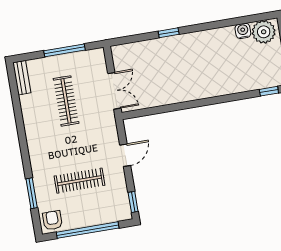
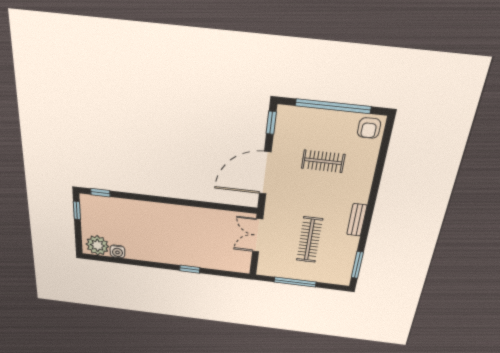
bench: (22, 78) -> (357, 220), moved
door: (125, 155) -> (265, 173), width x1.87
clothes rail: (80, 181) -> (323, 161), width x0.73
window: (32, 193) -> (357, 265), moved

